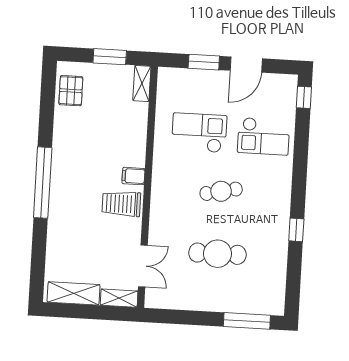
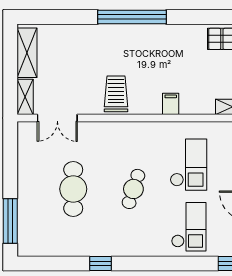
checkout: (264, 136) -> (189, 227), turned 180
filing cabinet: (133, 176) -> (171, 104), moved
cafe table: (221, 191) -> (133, 189), turned 30

